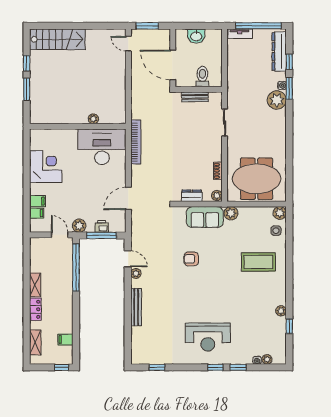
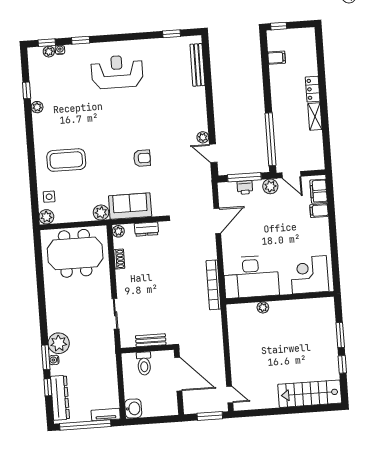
washbasin: (196, 36) -> (133, 409), moved, turned 90
corner desk: (46, 167) -> (309, 275), moved, turned 90
filing cabinet: (37, 213) -> (319, 191), width x2.00
bench: (136, 307) -> (197, 65), moved
shelving: (35, 342) -> (310, 52), removed
window: (215, 367) -> (47, 43), moved

